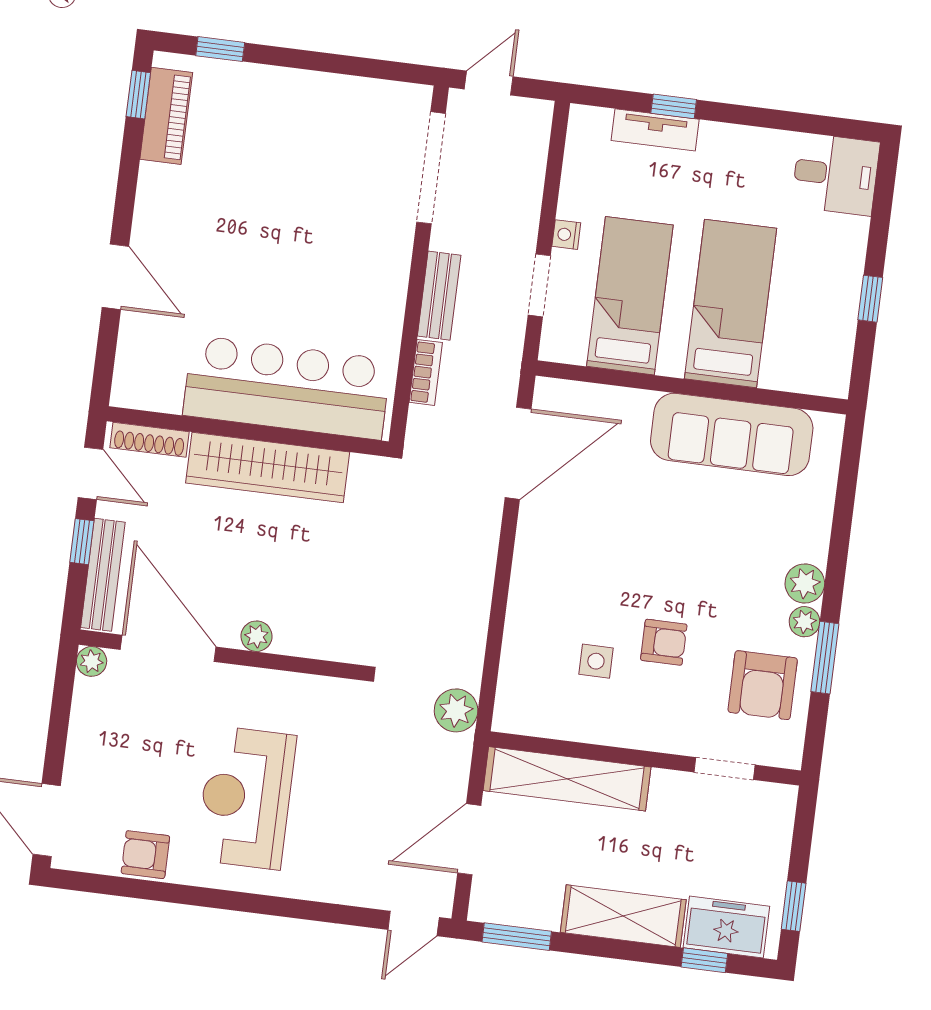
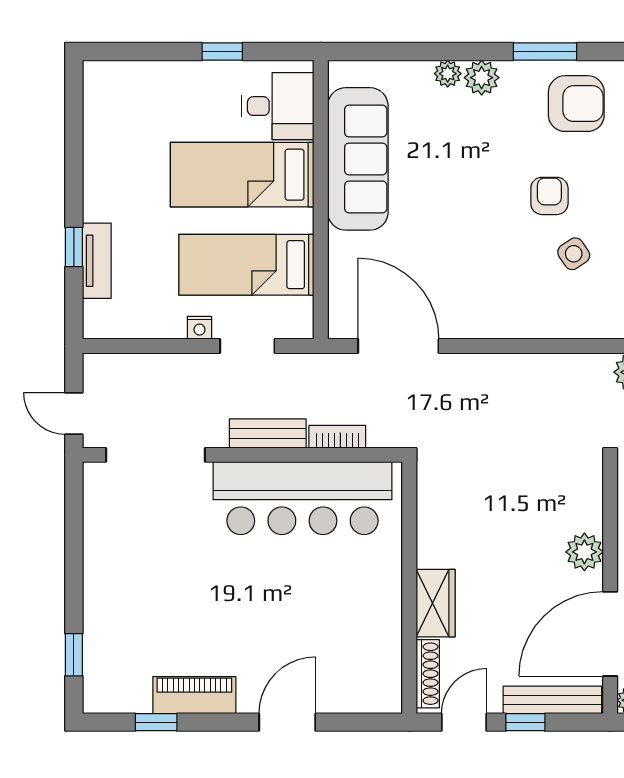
window: (138, 95) -> (156, 722), moved
piano: (166, 116) -> (194, 695), moved
desk: (836, 174) -> (278, 106), moved, turned 90
bar counter: (287, 387) -> (302, 498), moved, turned -90
wardrobe: (268, 467) -> (436, 603), width x0.48, depth x0.85
plant: (805, 622) -> (448, 74), moved
plant: (256, 636) -> (584, 552), width x1.38, depth x1.38
side table: (596, 661) -> (574, 254), turned -34

